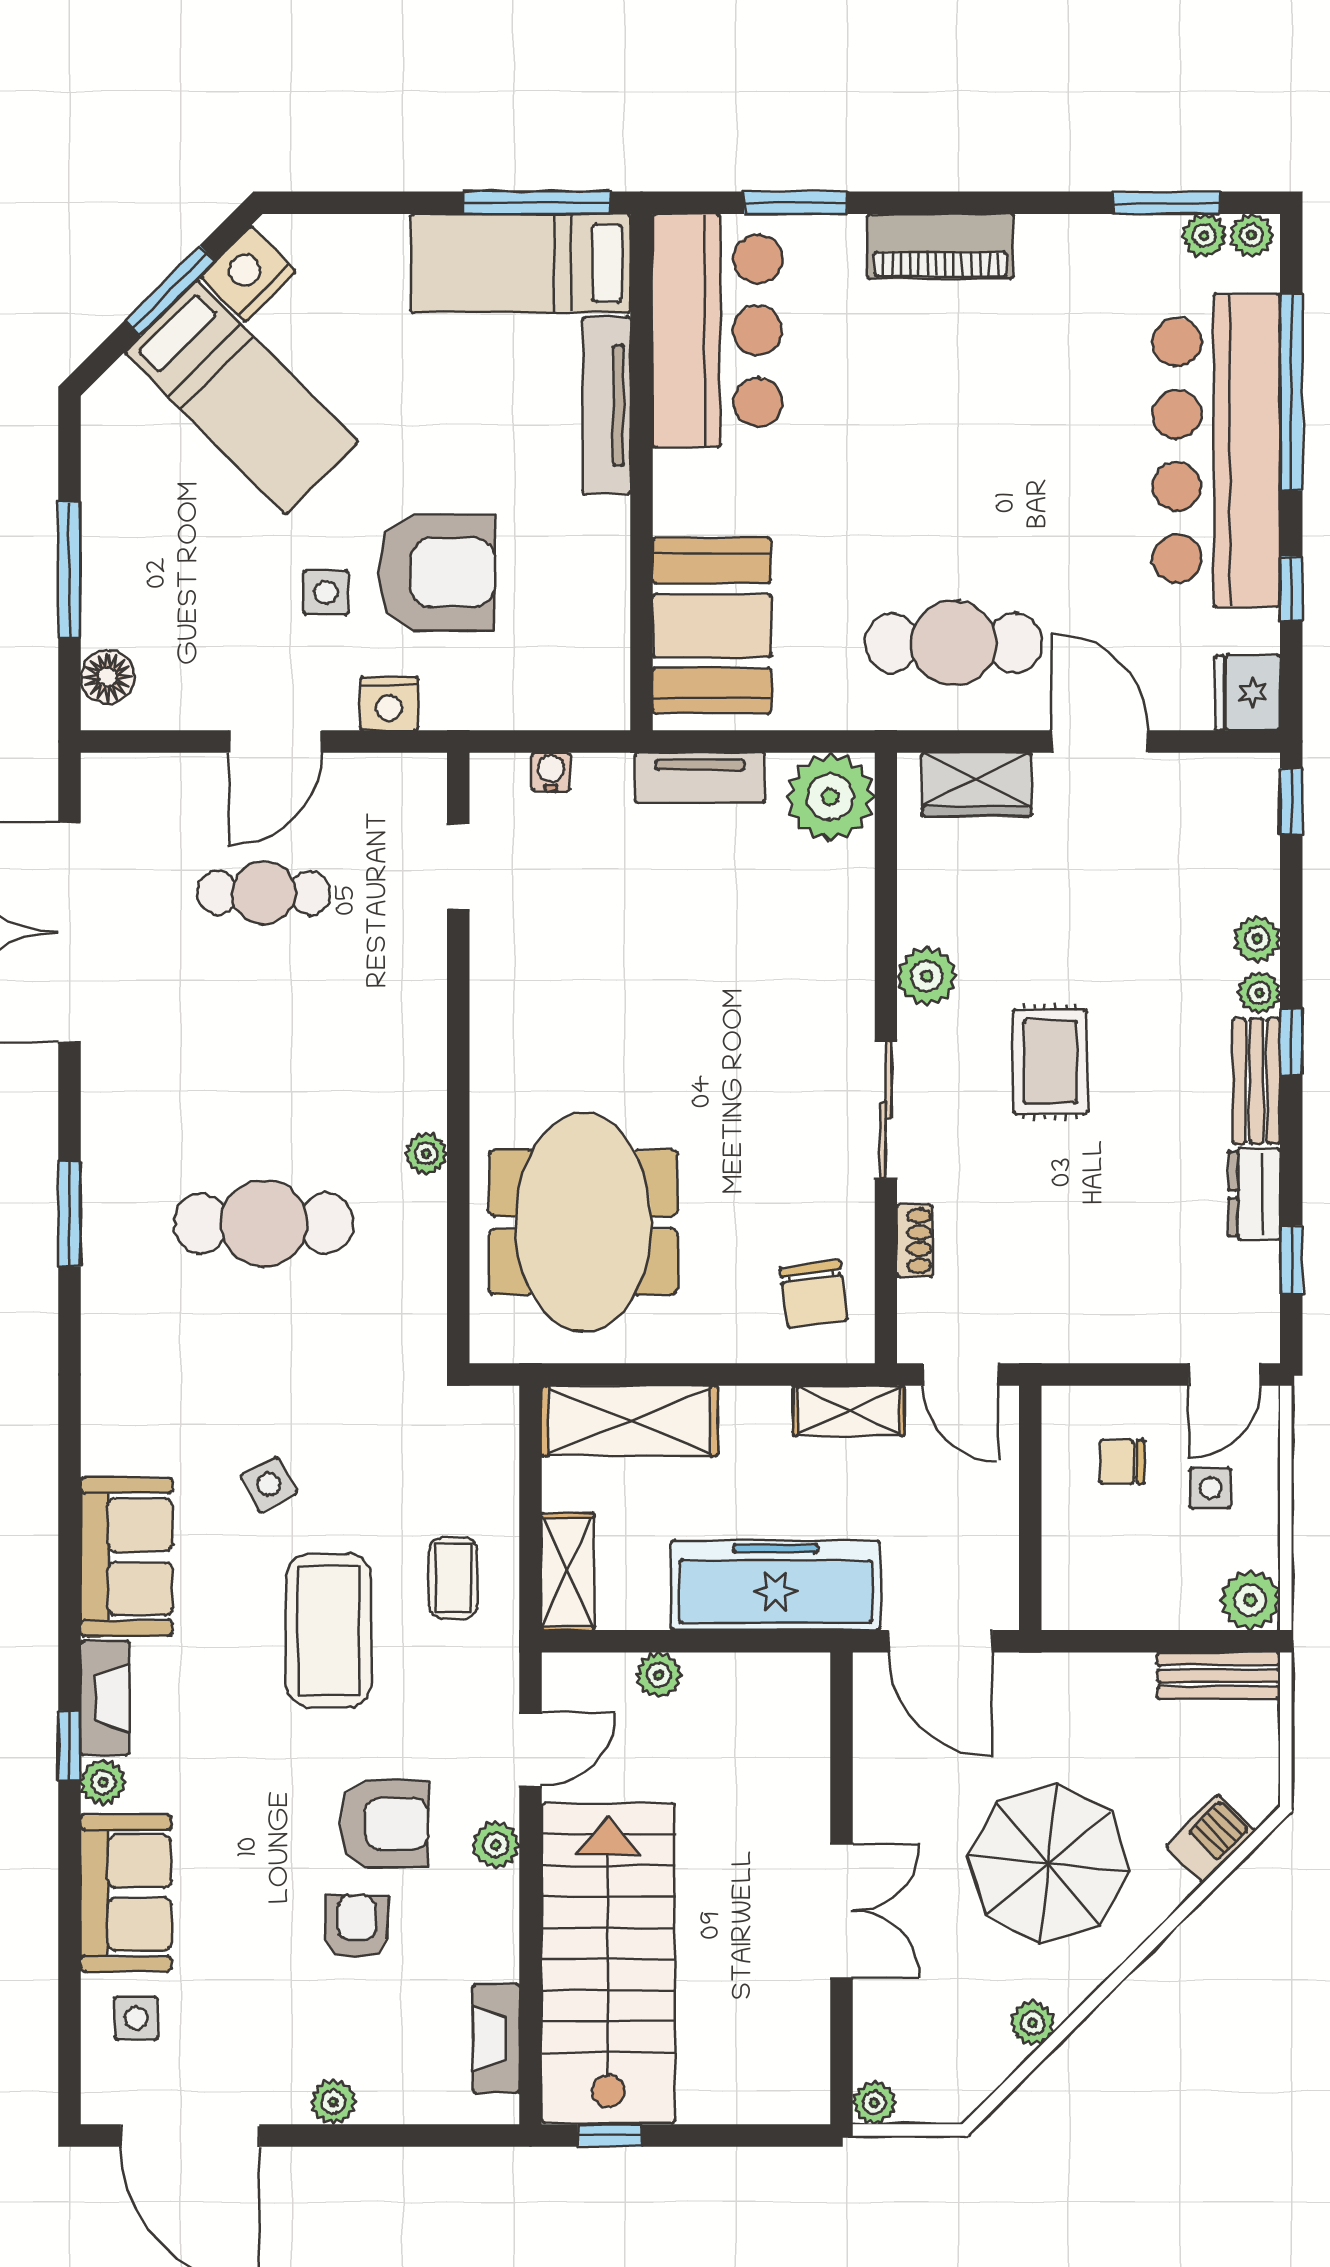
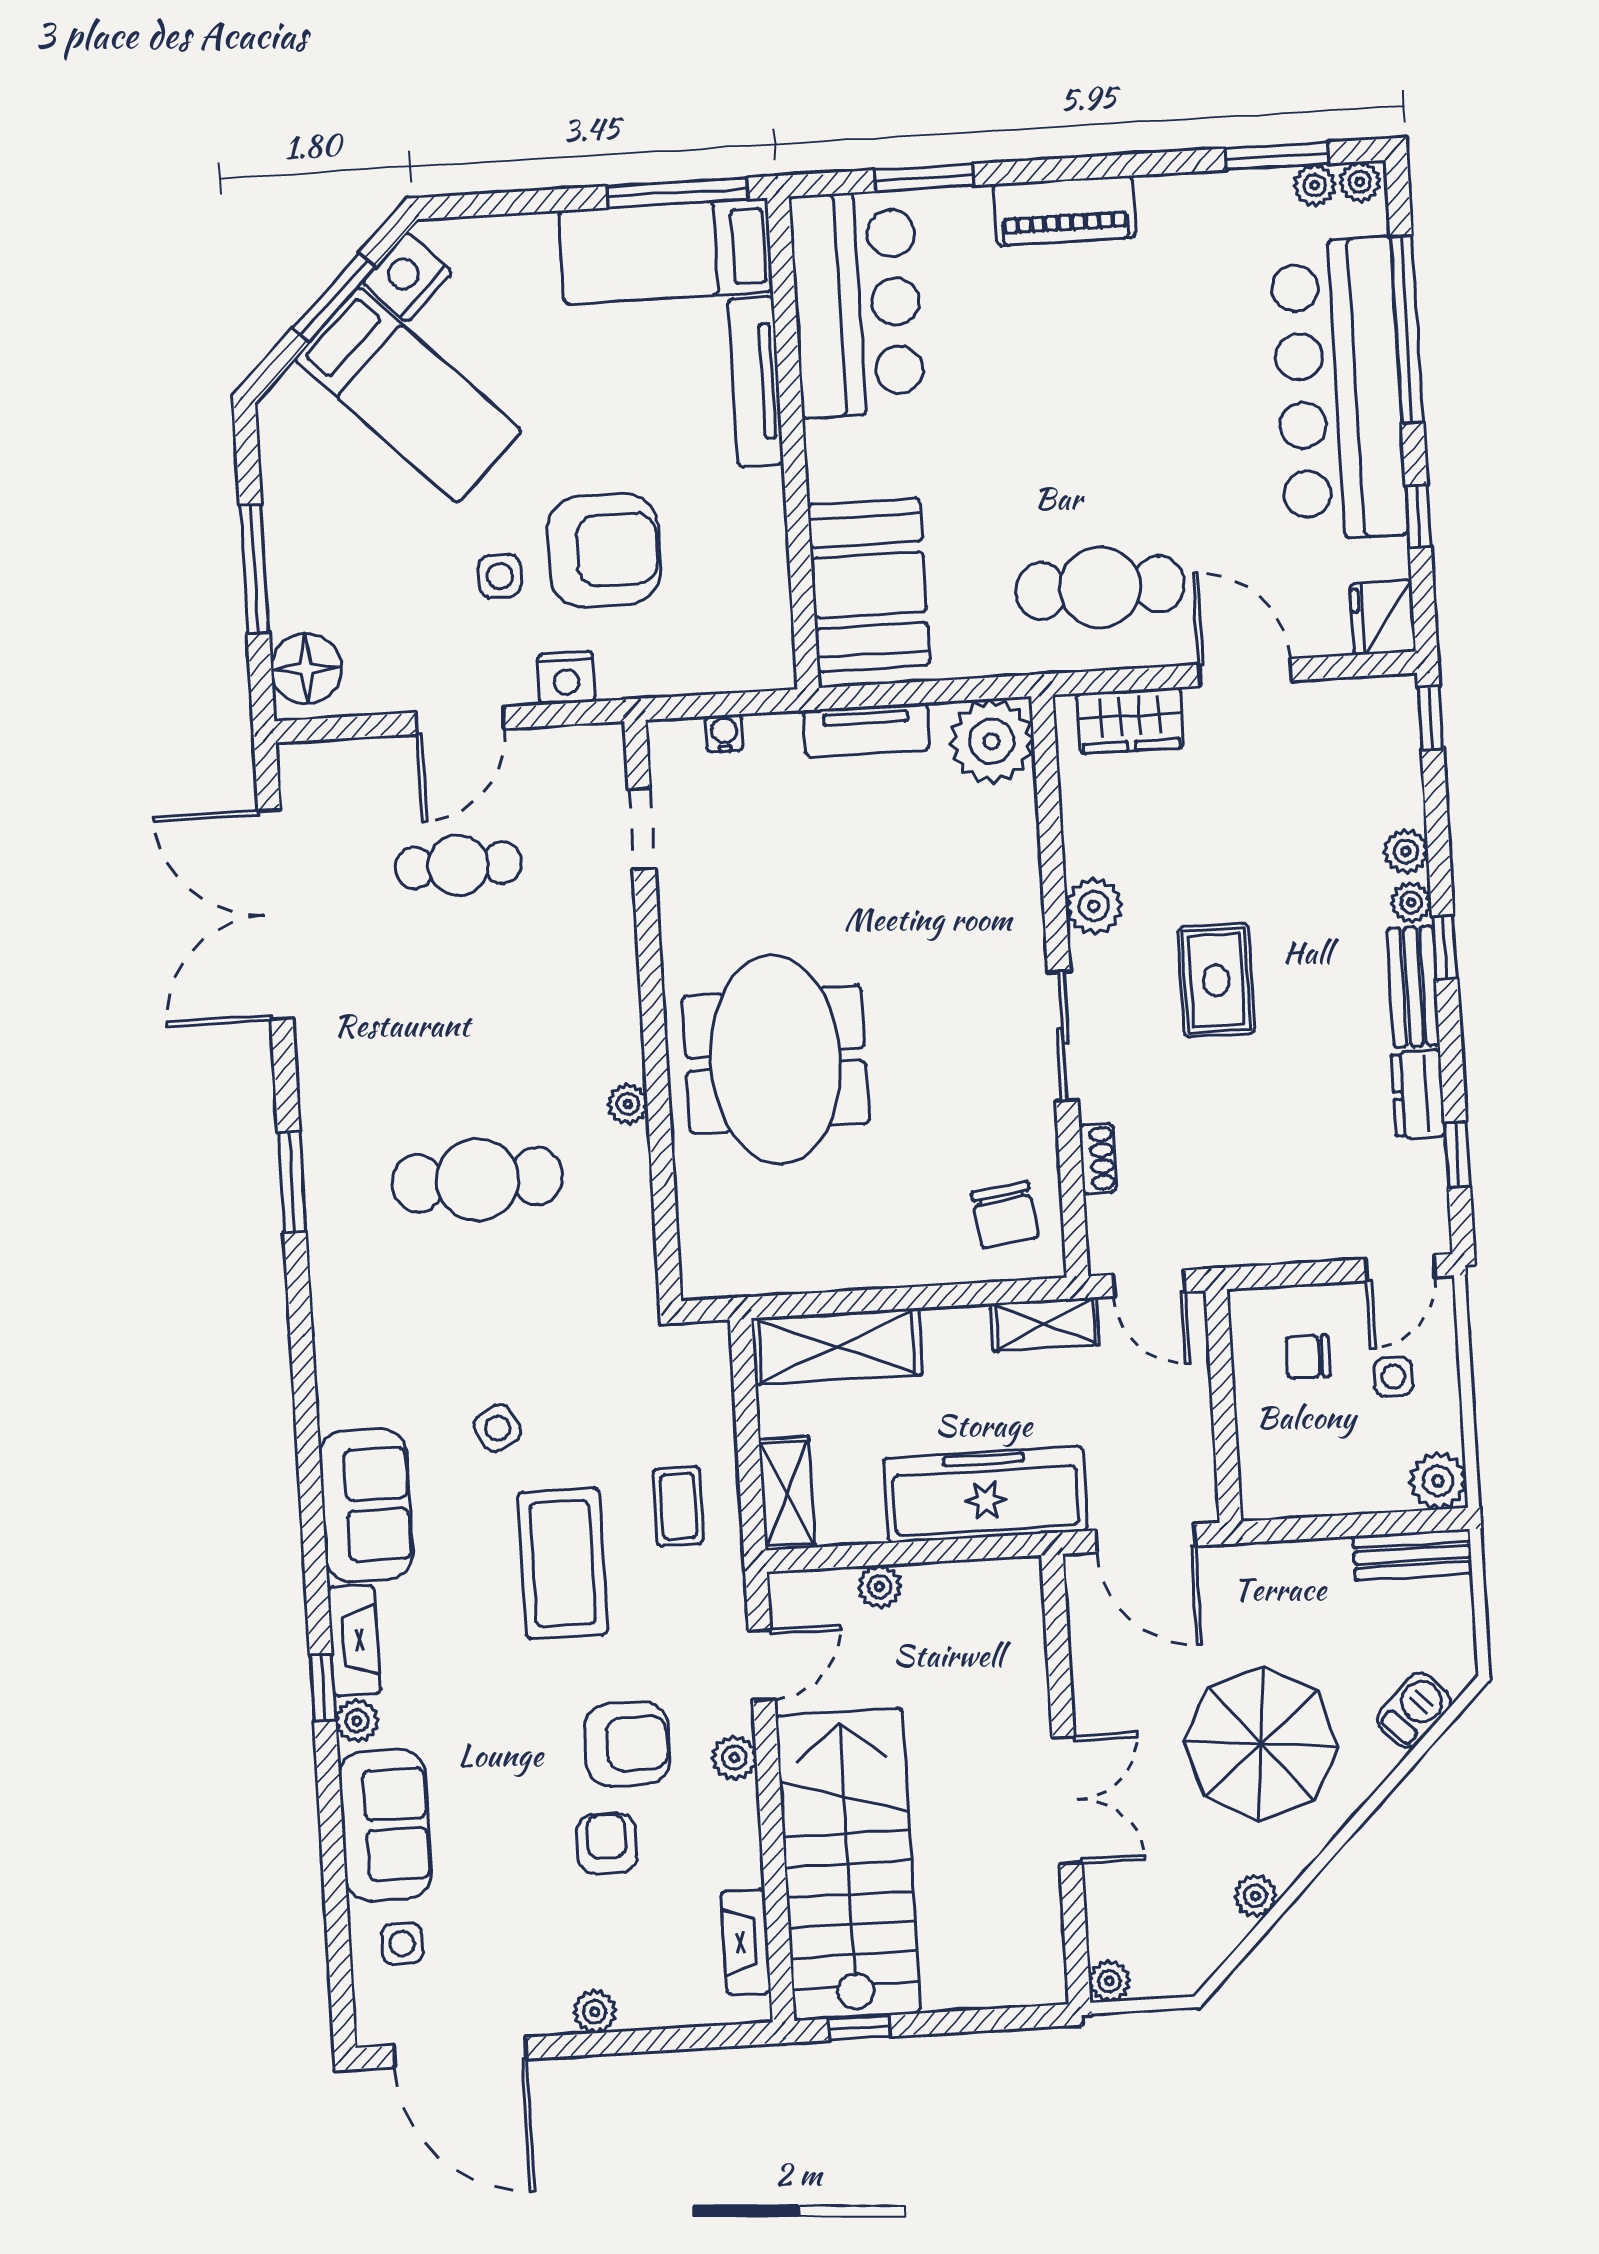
floor lamp: (107, 677) -> (306, 668), width x1.38, depth x1.38
meeting table: (583, 1222) -> (776, 1060), moved

